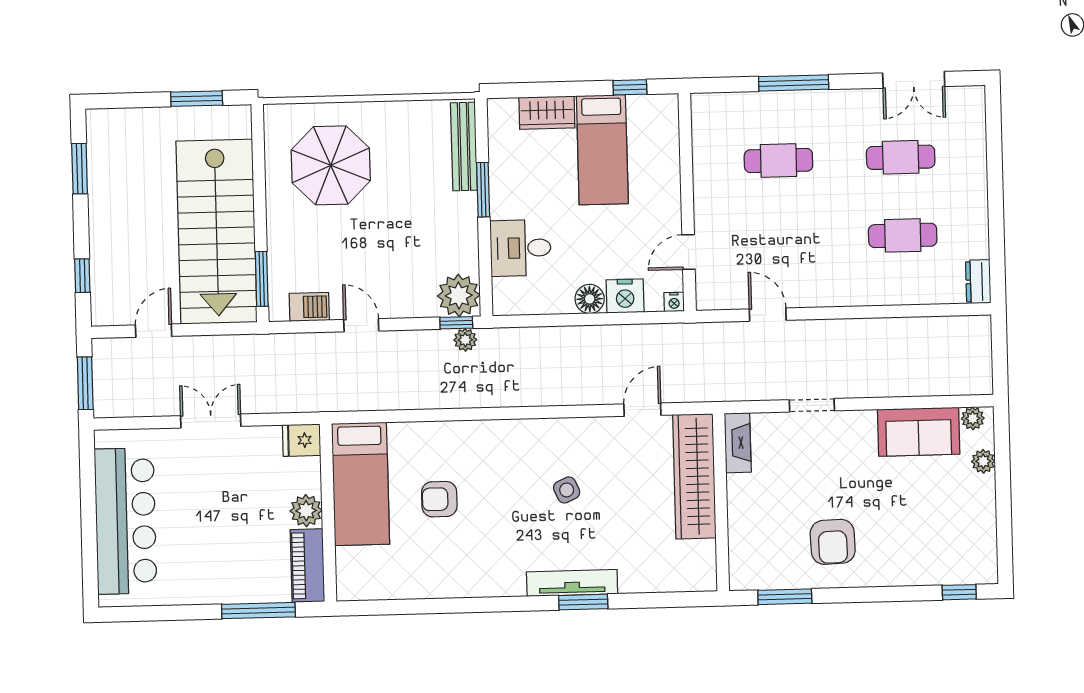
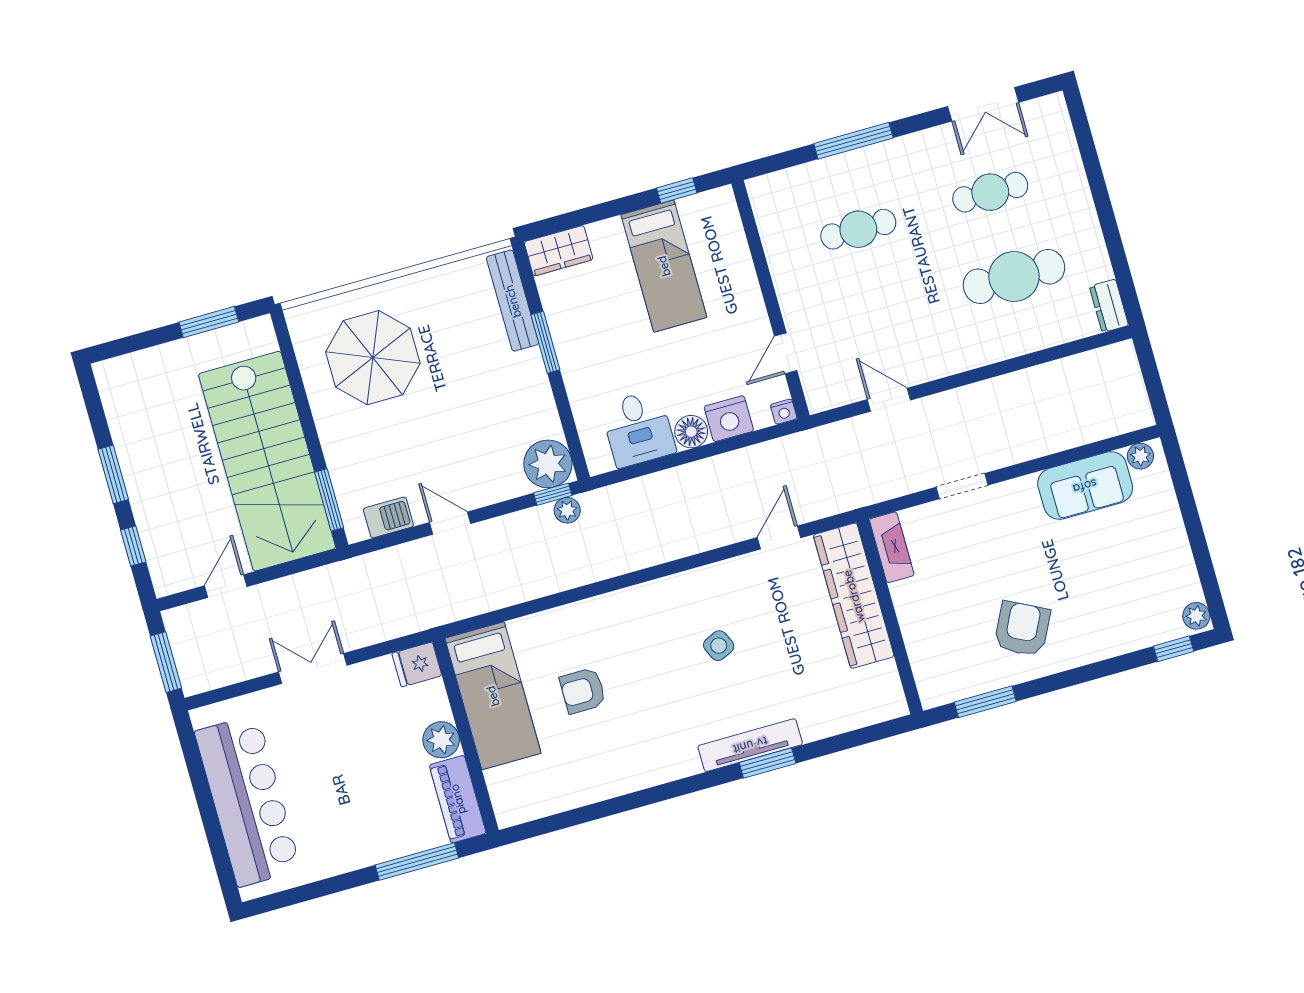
wardrobe: (547, 113) -> (559, 251), moved
window: (80, 169) -> (113, 474), moved
cafe table: (903, 235) -> (1014, 276), width x1.37, depth x1.35
desk: (521, 248) -> (638, 429), moved, turned -90
plant: (983, 461) -> (1196, 616), moved
armchair: (833, 542) -> (1022, 629), turned -151

